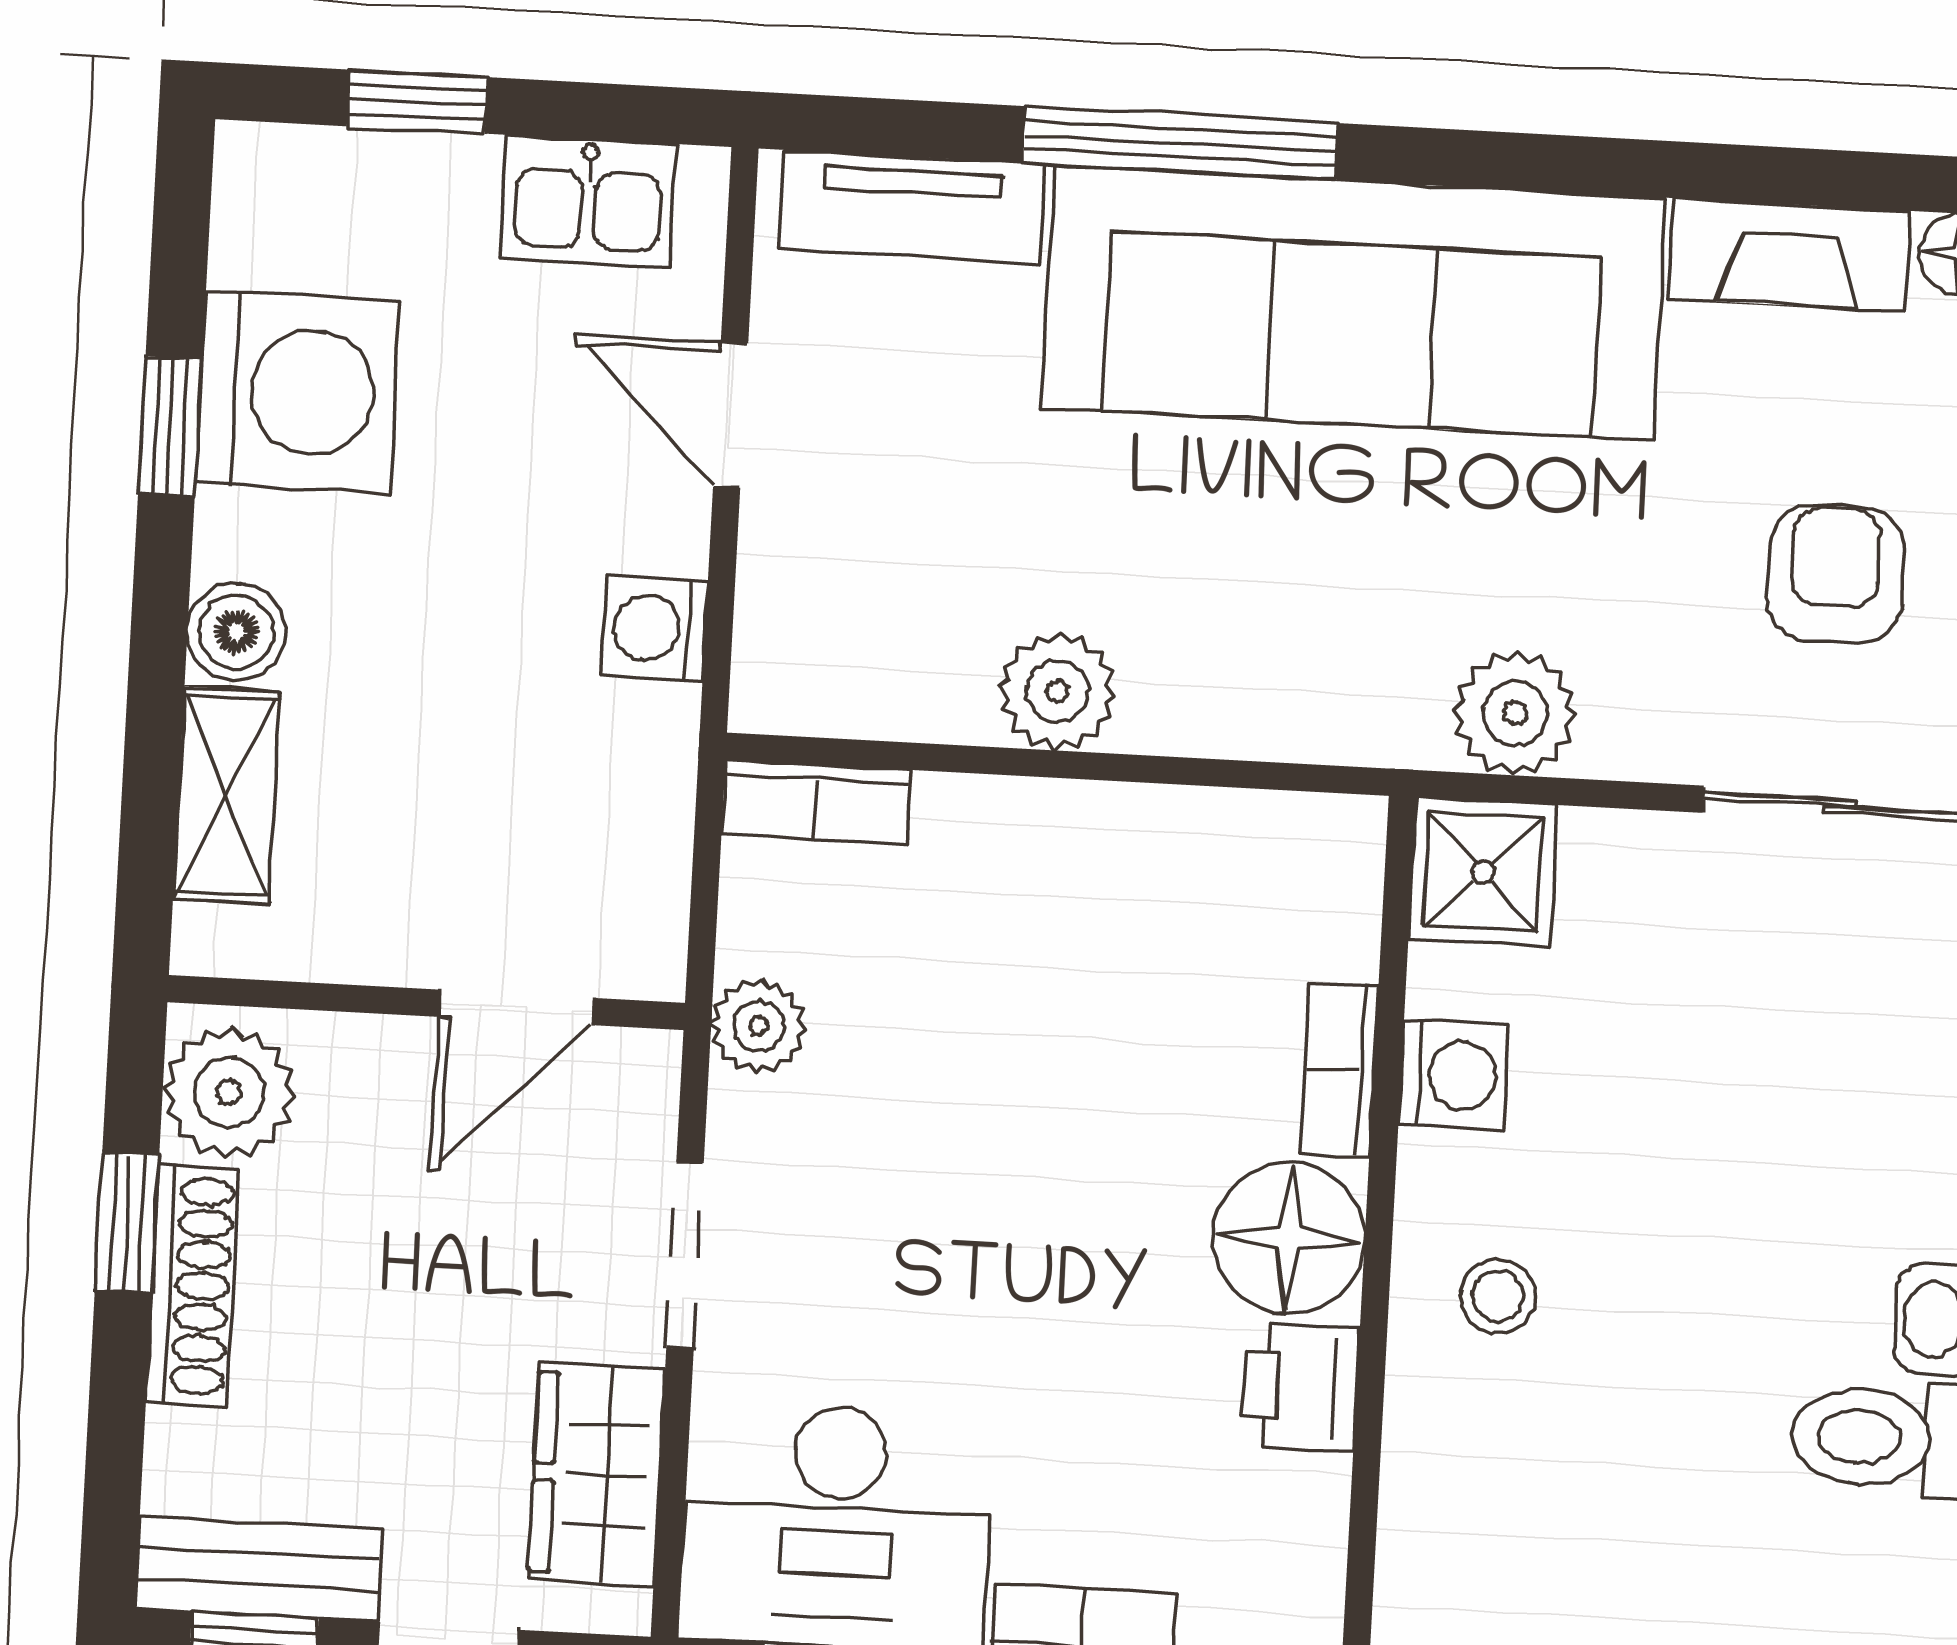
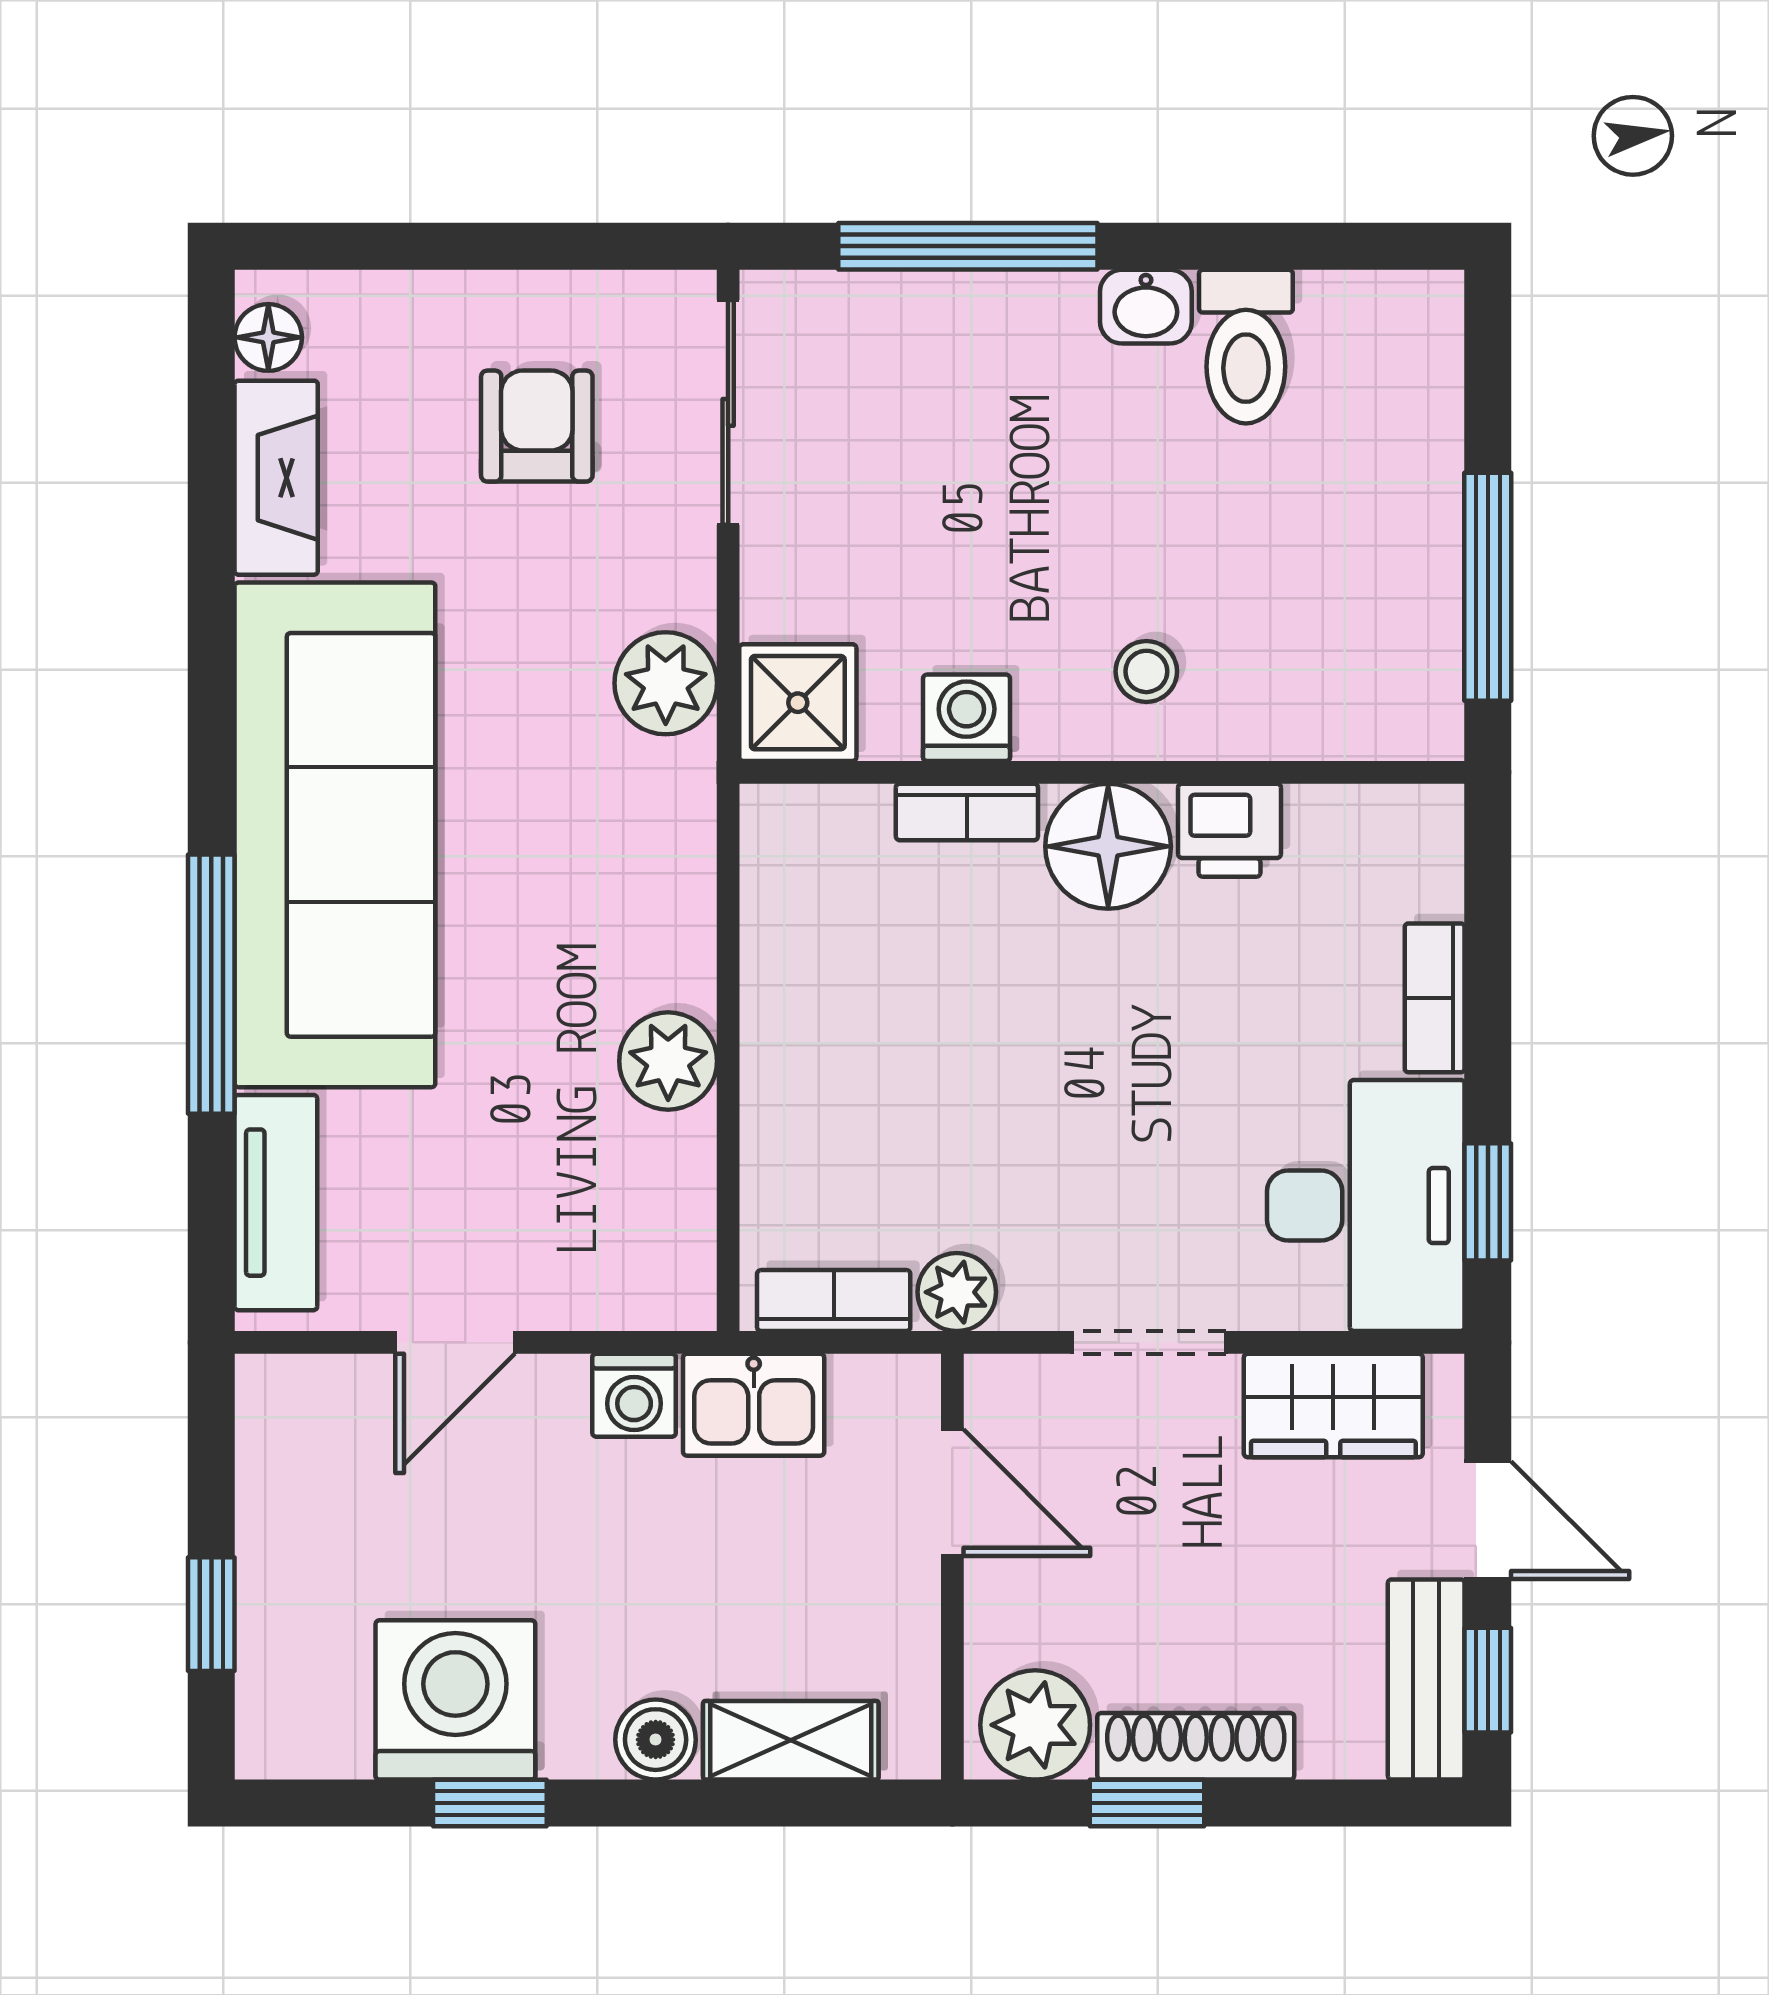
kitchen sink: (588, 201) -> (754, 1405), moved, turned 90
armchair: (1835, 574) -> (537, 426), turned 90
bookcase: (816, 802) -> (834, 1301), moved, turned -90

